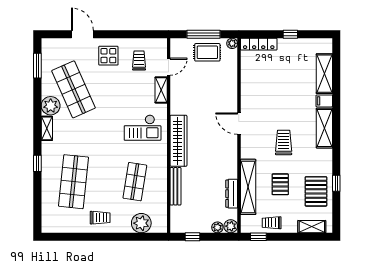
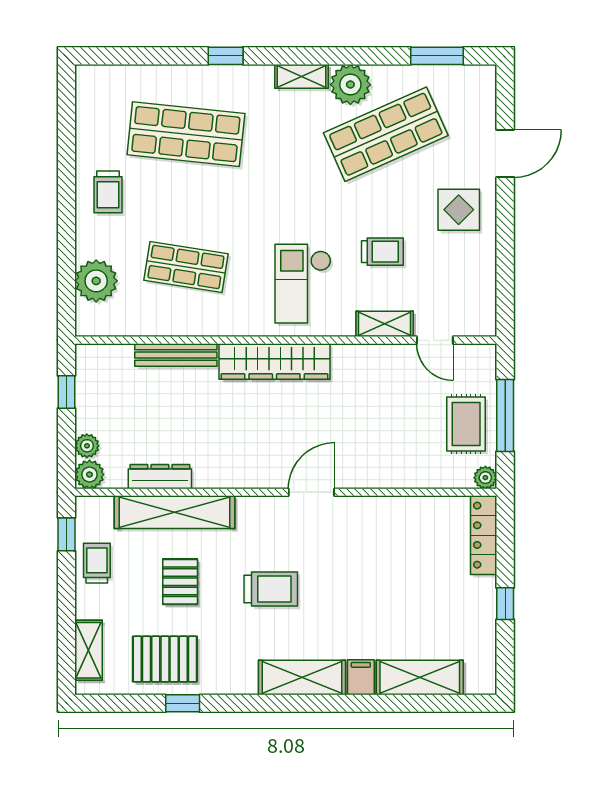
trolley: (139, 60) -> (382, 252), moved
pallet: (280, 184) -> (180, 582), turned 90

